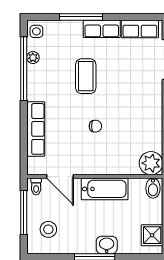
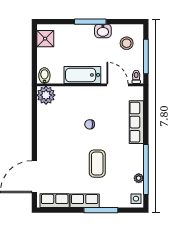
washbasin: (107, 245) -> (103, 31), moved

